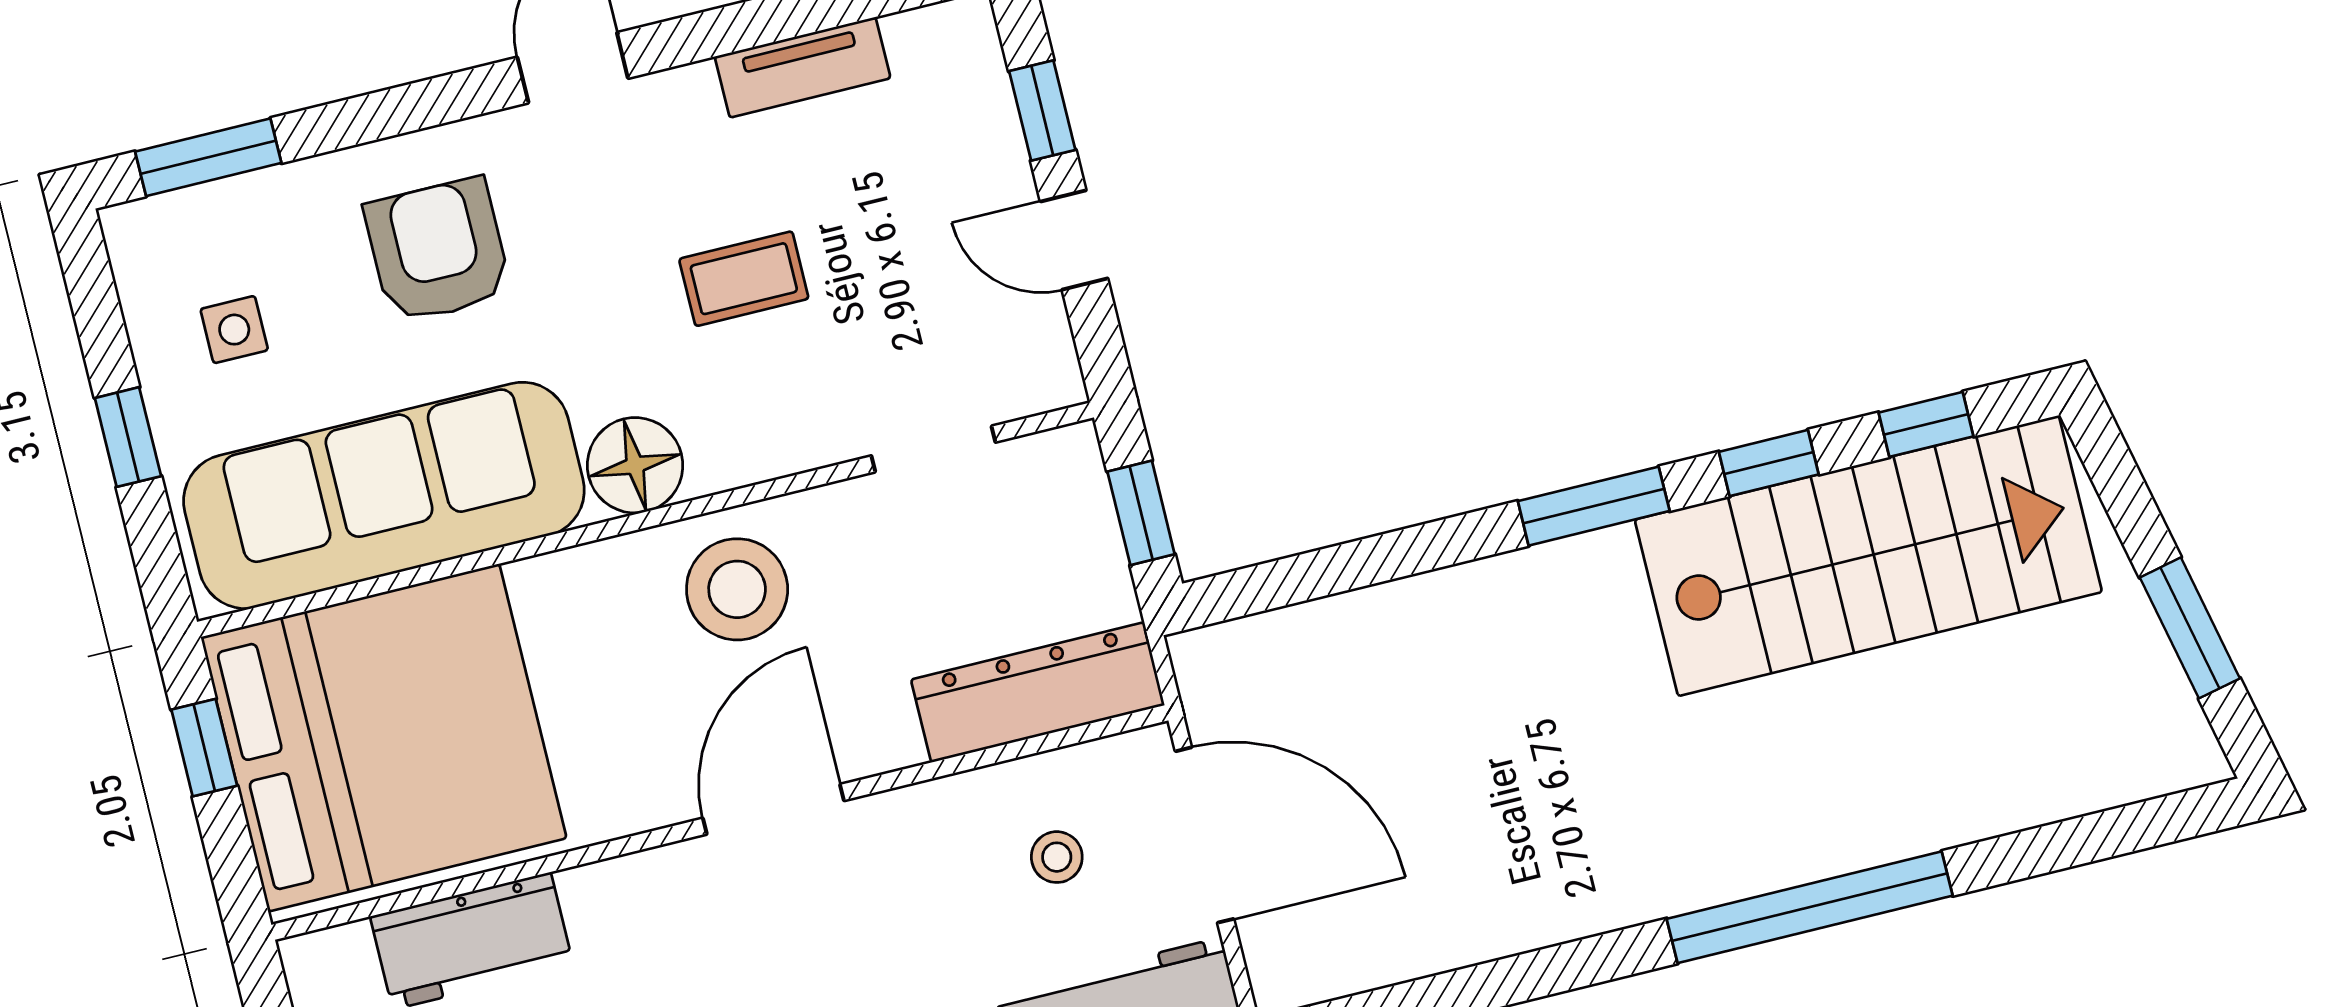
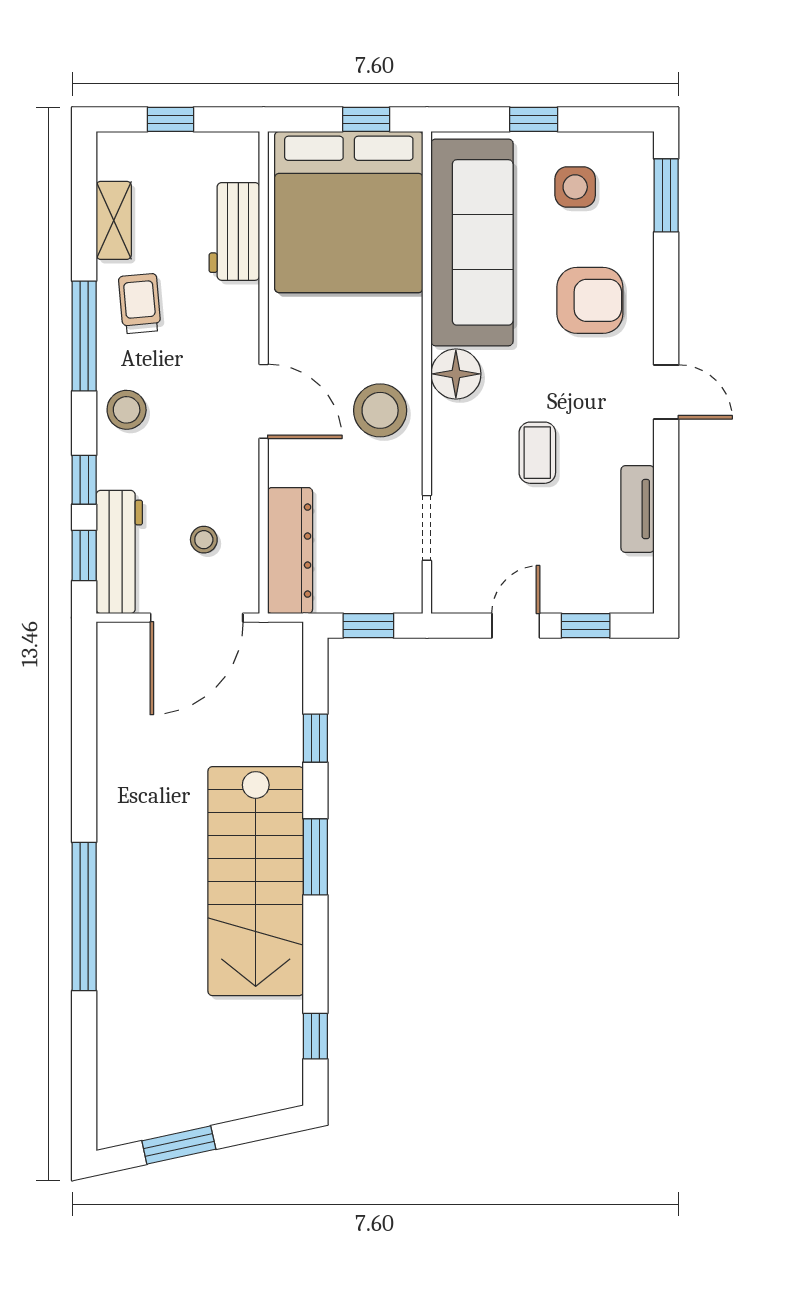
side table: (234, 330) -> (575, 187), width x1.37, depth x1.37
window: (1769, 463) -> (315, 738), moved
stairs: (1868, 556) -> (256, 881), moved

